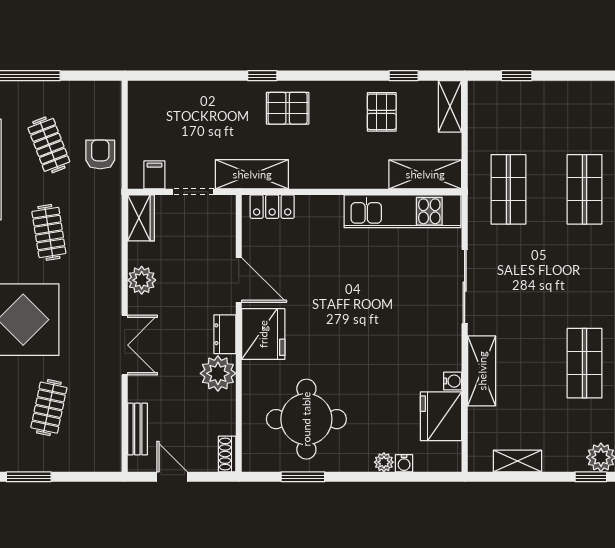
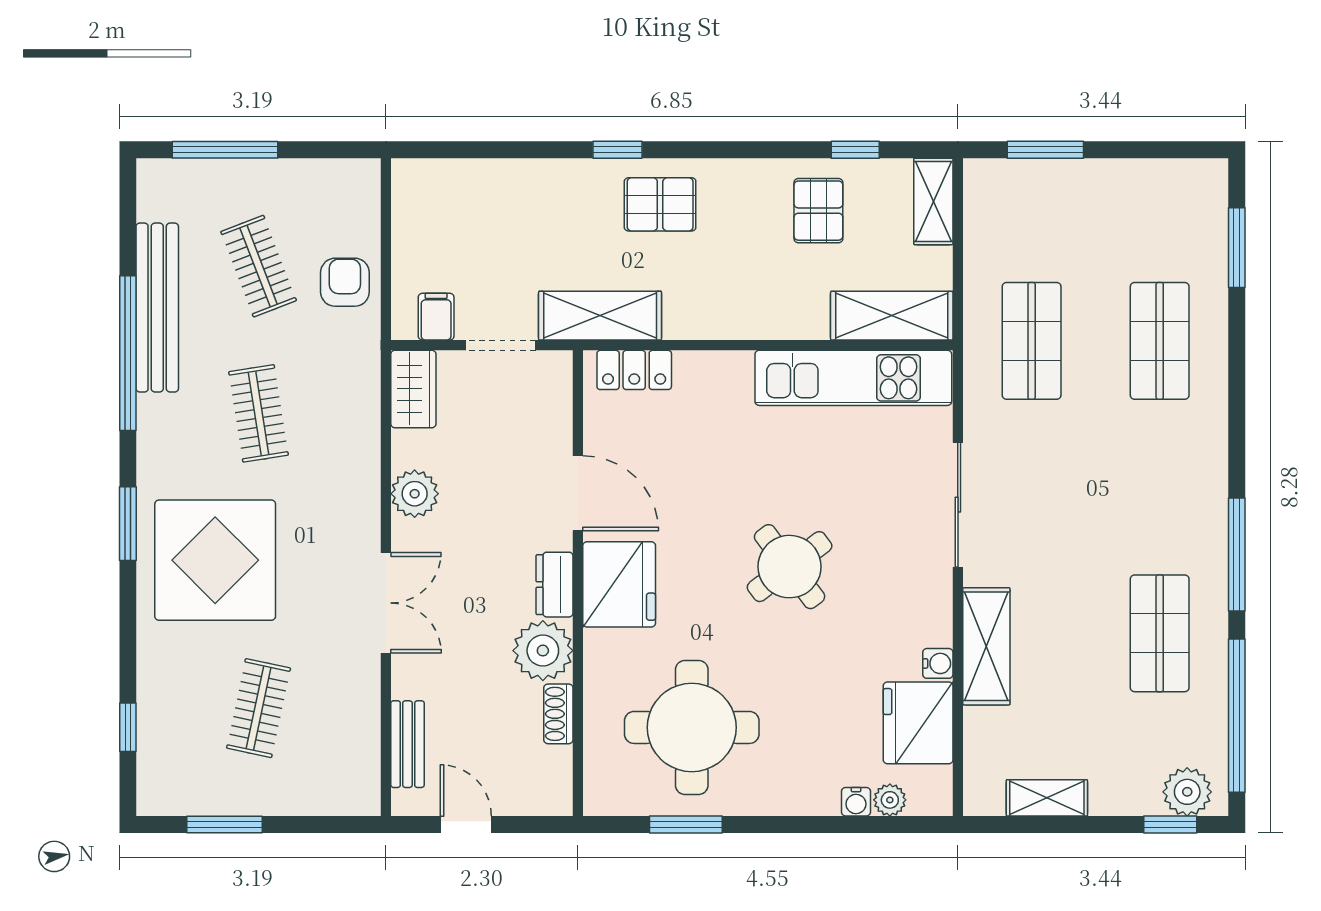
window: (517, 76) -> (1045, 150), width x1.50
round table: (365, 323) -> (790, 567), added
shoe rack: (227, 454) -> (558, 714), moved
plant: (384, 462) -> (890, 800), moved

